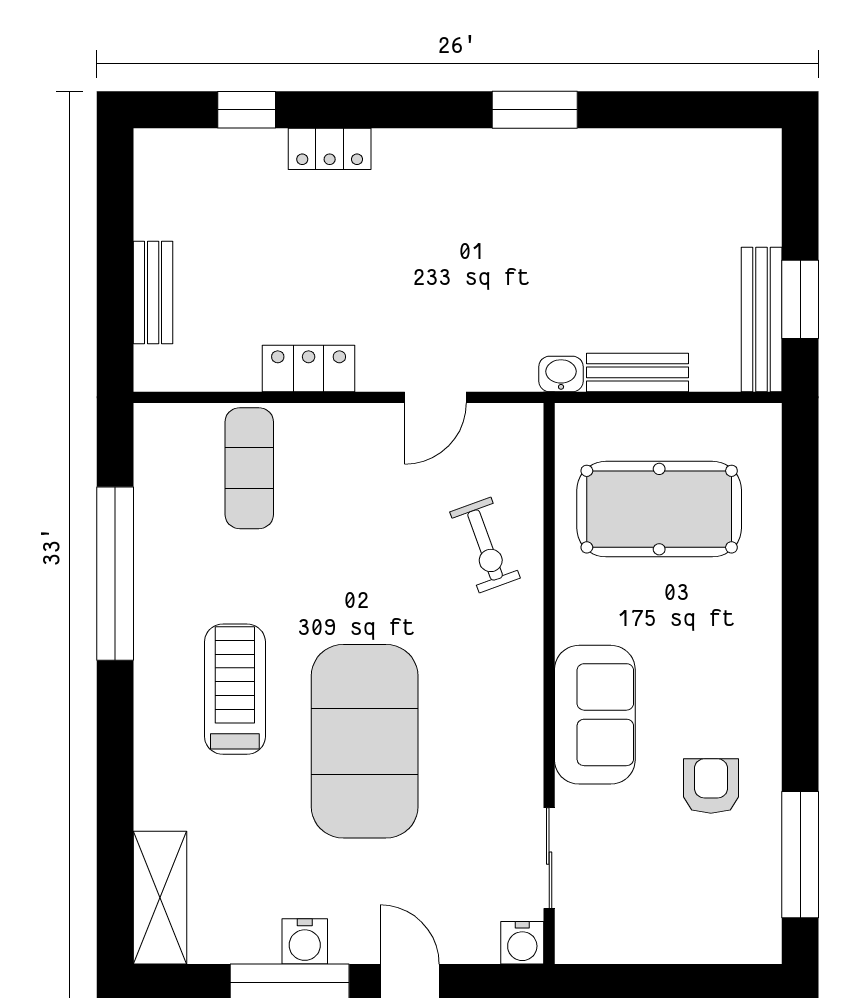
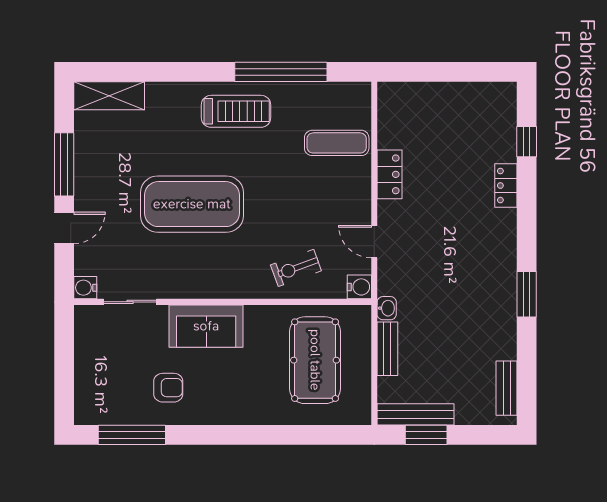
bench: (153, 293) -> (507, 388), moved, turned 90
treadmill: (235, 689) -> (236, 111), moved
water cooler: (305, 941) -> (359, 287), moved, turned 180

